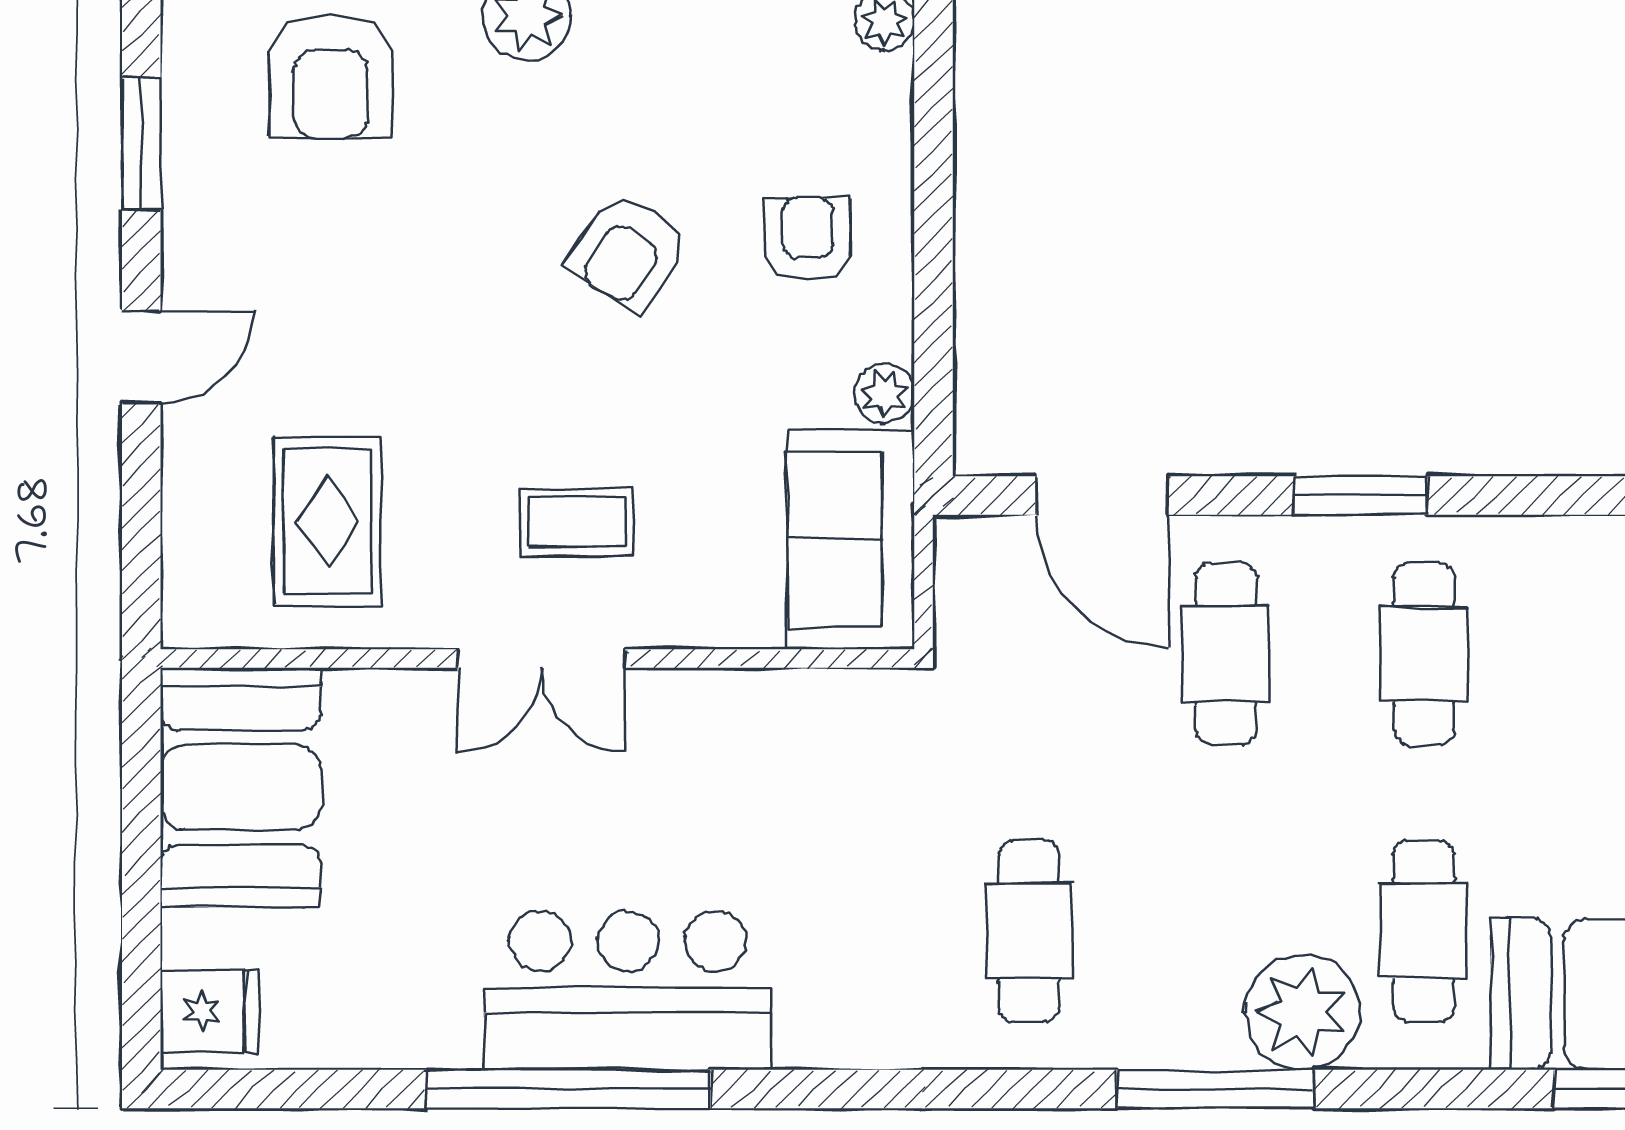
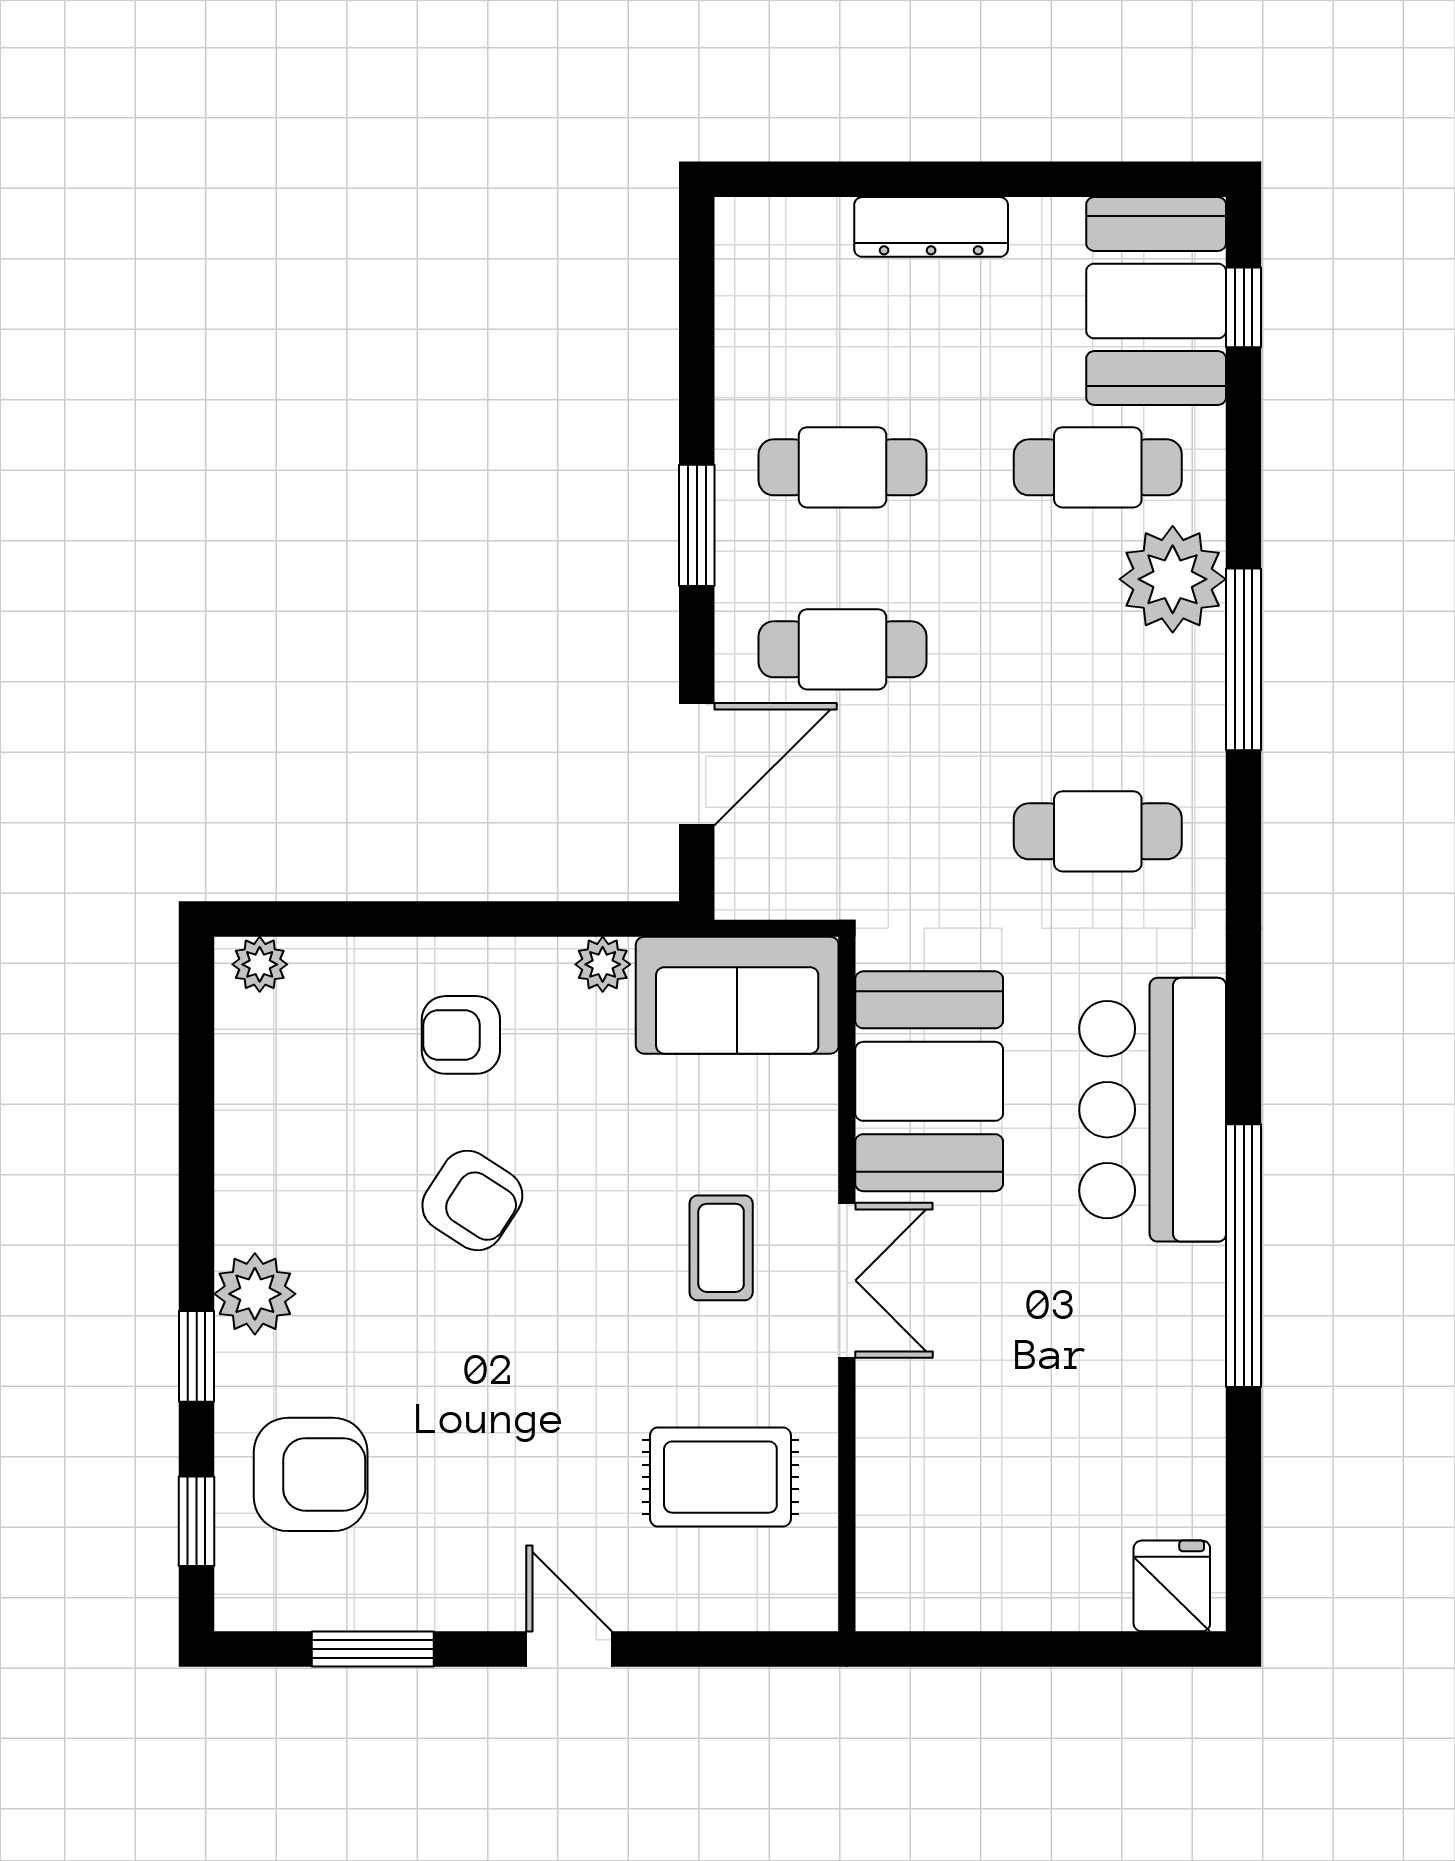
booth: (241, 787) -> (929, 1081), moved, turned 90
bar counter: (628, 990) -> (1153, 1110), moved

